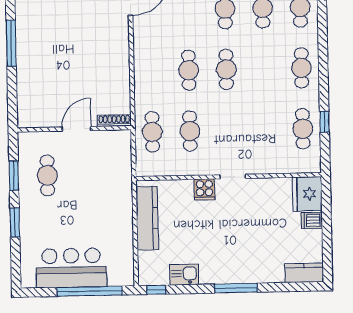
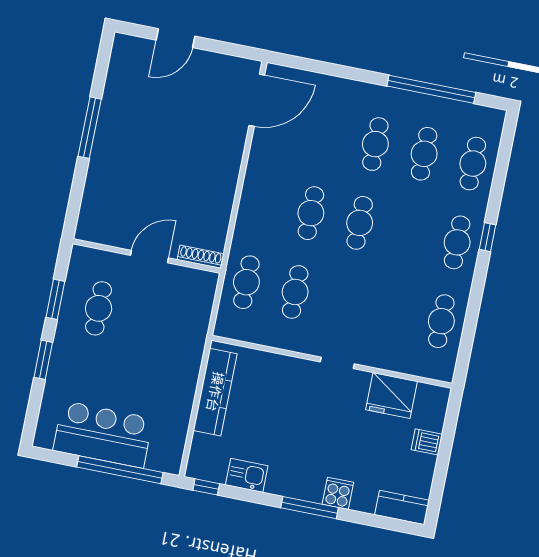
window: (324, 122) -> (488, 237), moved
cooker: (204, 189) -> (338, 493), moved, turned 180
fridge: (307, 194) -> (392, 396), moved, turned -90

